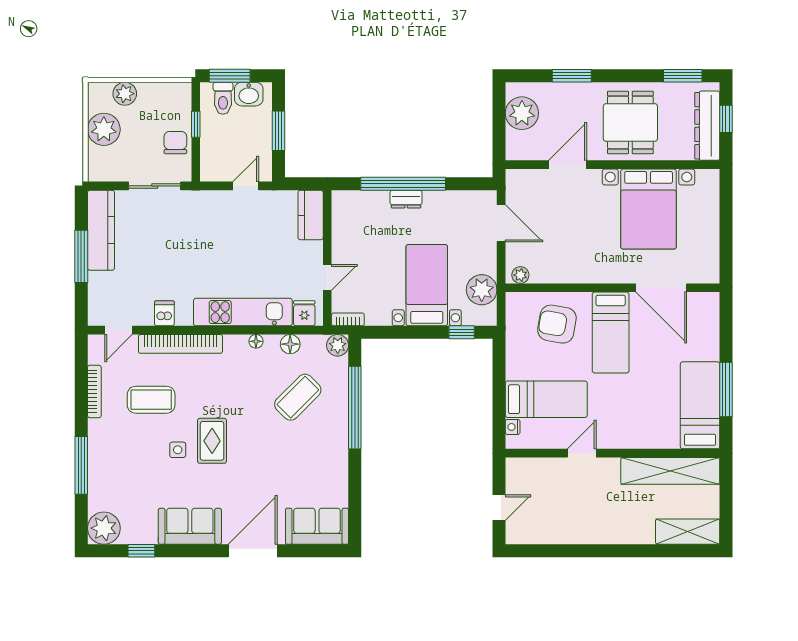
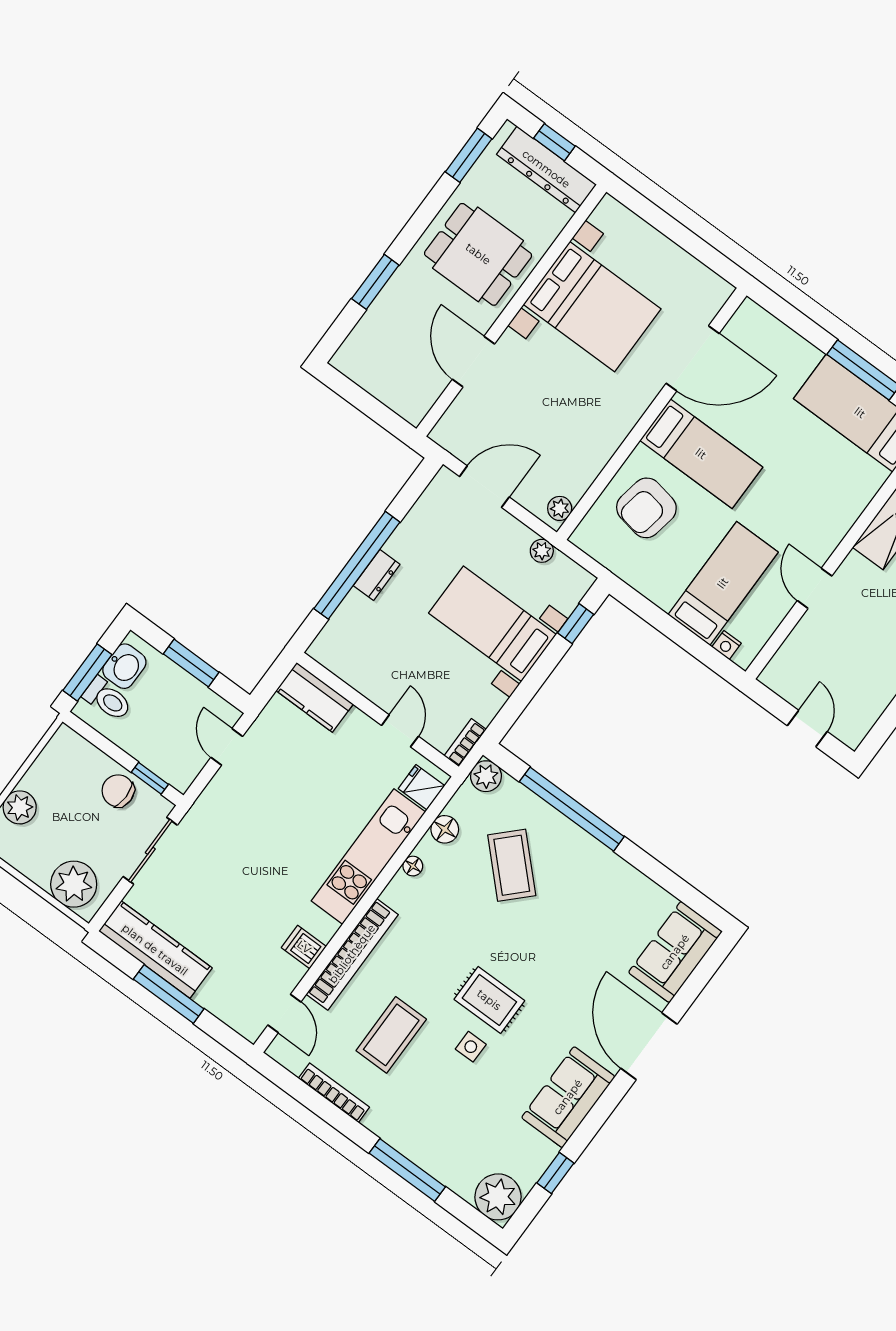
plant: (522, 113) -> (376, 370), removed
window: (196, 124) -> (150, 778), moved
plant: (104, 129) -> (74, 884), moved
plant: (482, 290) -> (542, 551), width x0.53, depth x0.53

